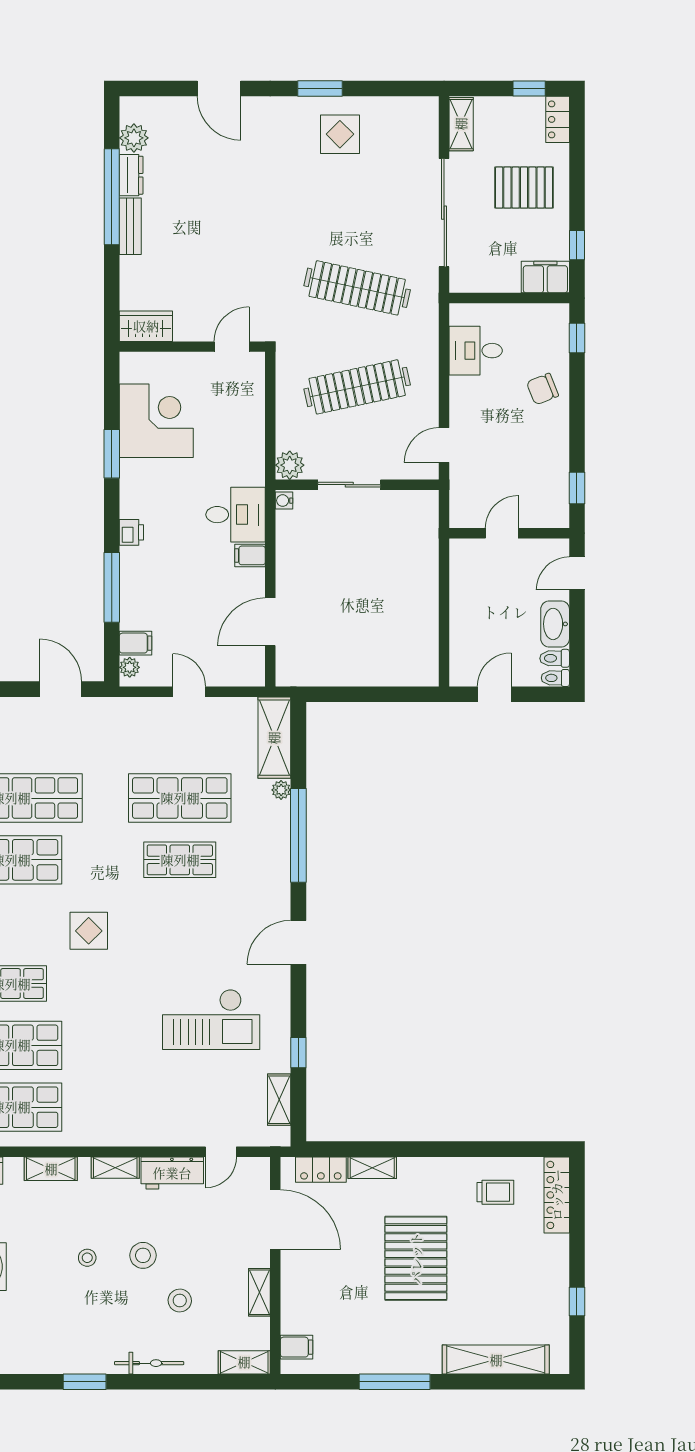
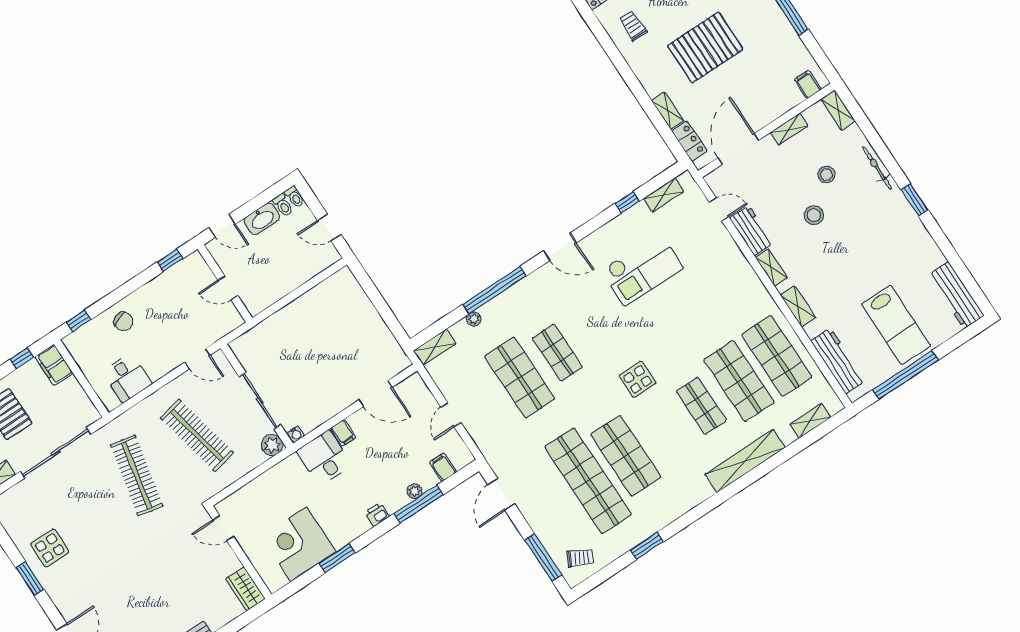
sliding door: (349, 485) -> (260, 401), width x1.37
plant: (130, 667) -> (415, 491), moved
shelving: (274, 738) -> (435, 347), width x0.67, depth x0.75
checkout: (211, 1019) -> (642, 269), turned 90
stool: (87, 1258) -> (838, 248), removed

